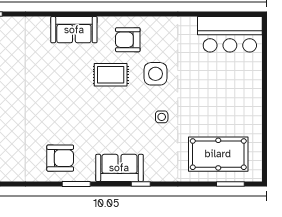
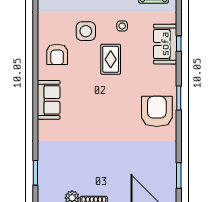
rug: (111, 75) -> (111, 59), moved
armchair: (60, 158) -> (157, 111), width x1.36, depth x1.36
sofa: (119, 168) -> (165, 44), moved

